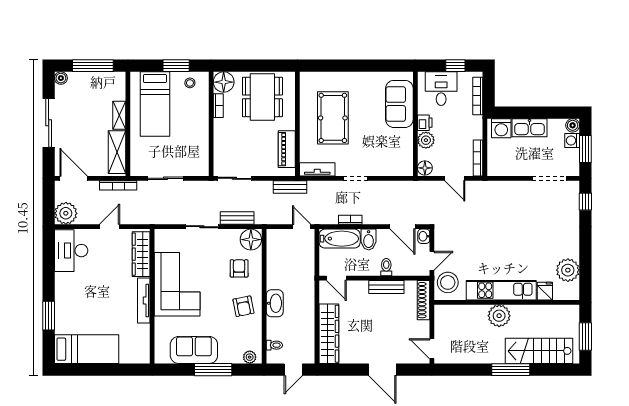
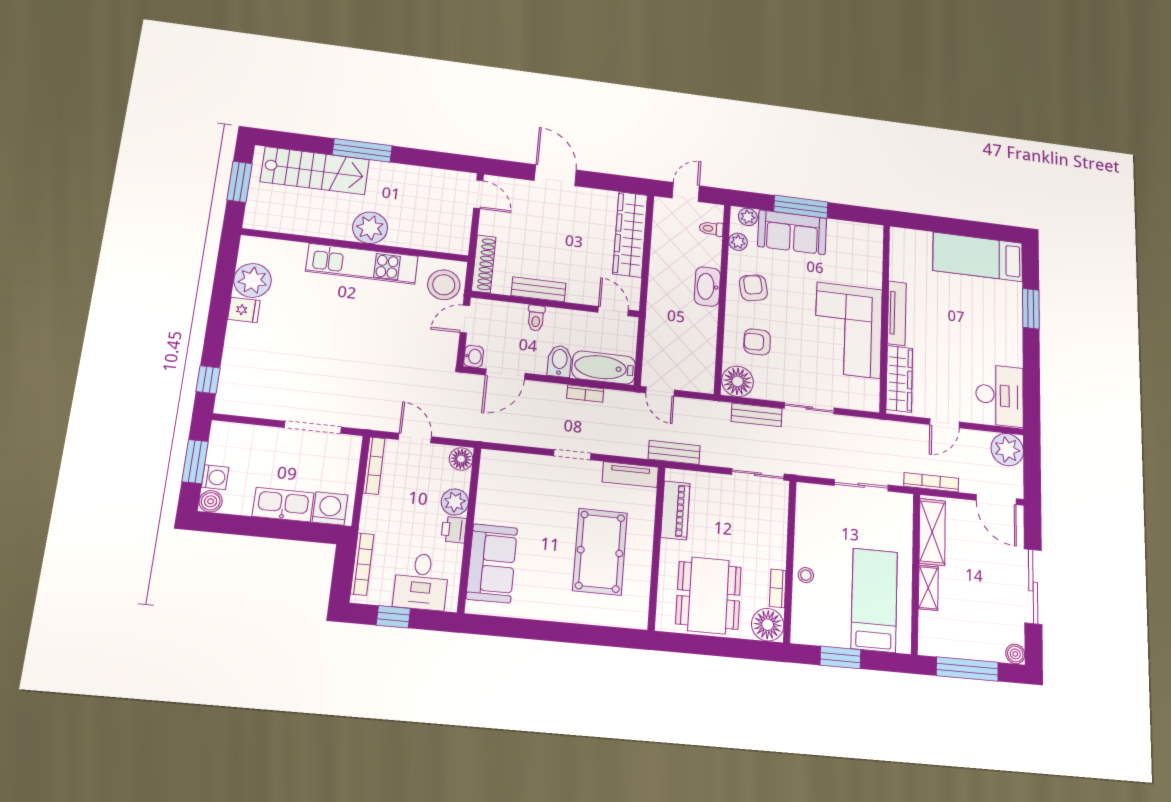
stool: (190, 83) -> (806, 575), moved
doorway: (550, 178) -> (313, 427), moved
door: (403, 227) -> (505, 374), swing flipped
armchair: (239, 268) -> (757, 342), turned 90
fridge: (545, 291) -> (244, 310), moved, turned -90
plant: (255, 338) -> (738, 242), added
sofa: (194, 350) -> (792, 232), moved

